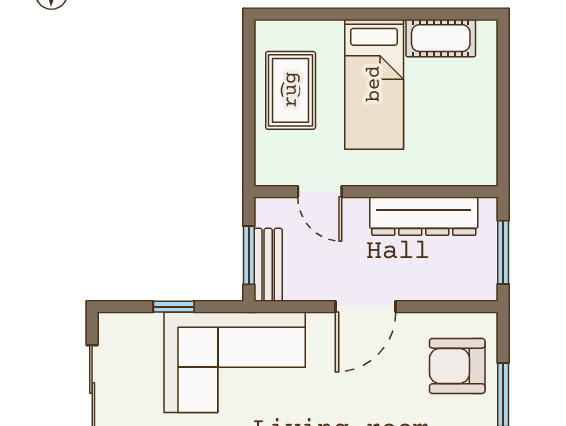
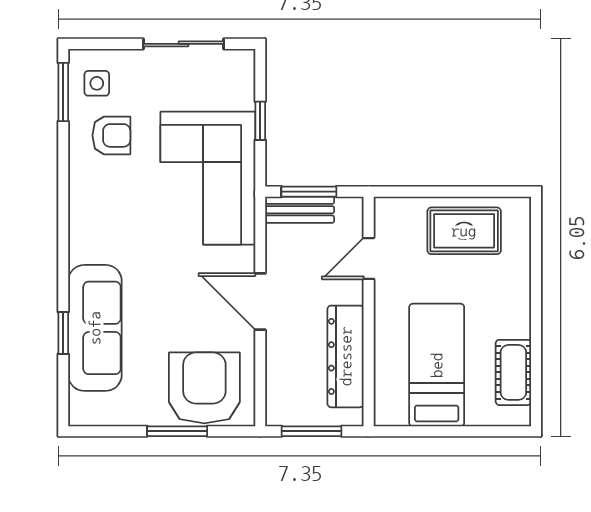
bed: (374, 84) -> (437, 365), moved, turned 90
armchair: (457, 366) -> (204, 388), width x1.36, depth x1.36

